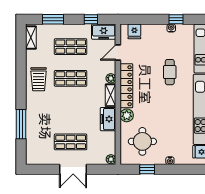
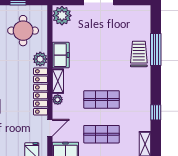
window: (21, 67) -> (156, 112), added
trolley: (39, 79) -> (139, 54), moved
shop shelf: (71, 142) -> (102, 30), removed
plant: (111, 159) -> (62, 16), width x1.87, depth x1.87

